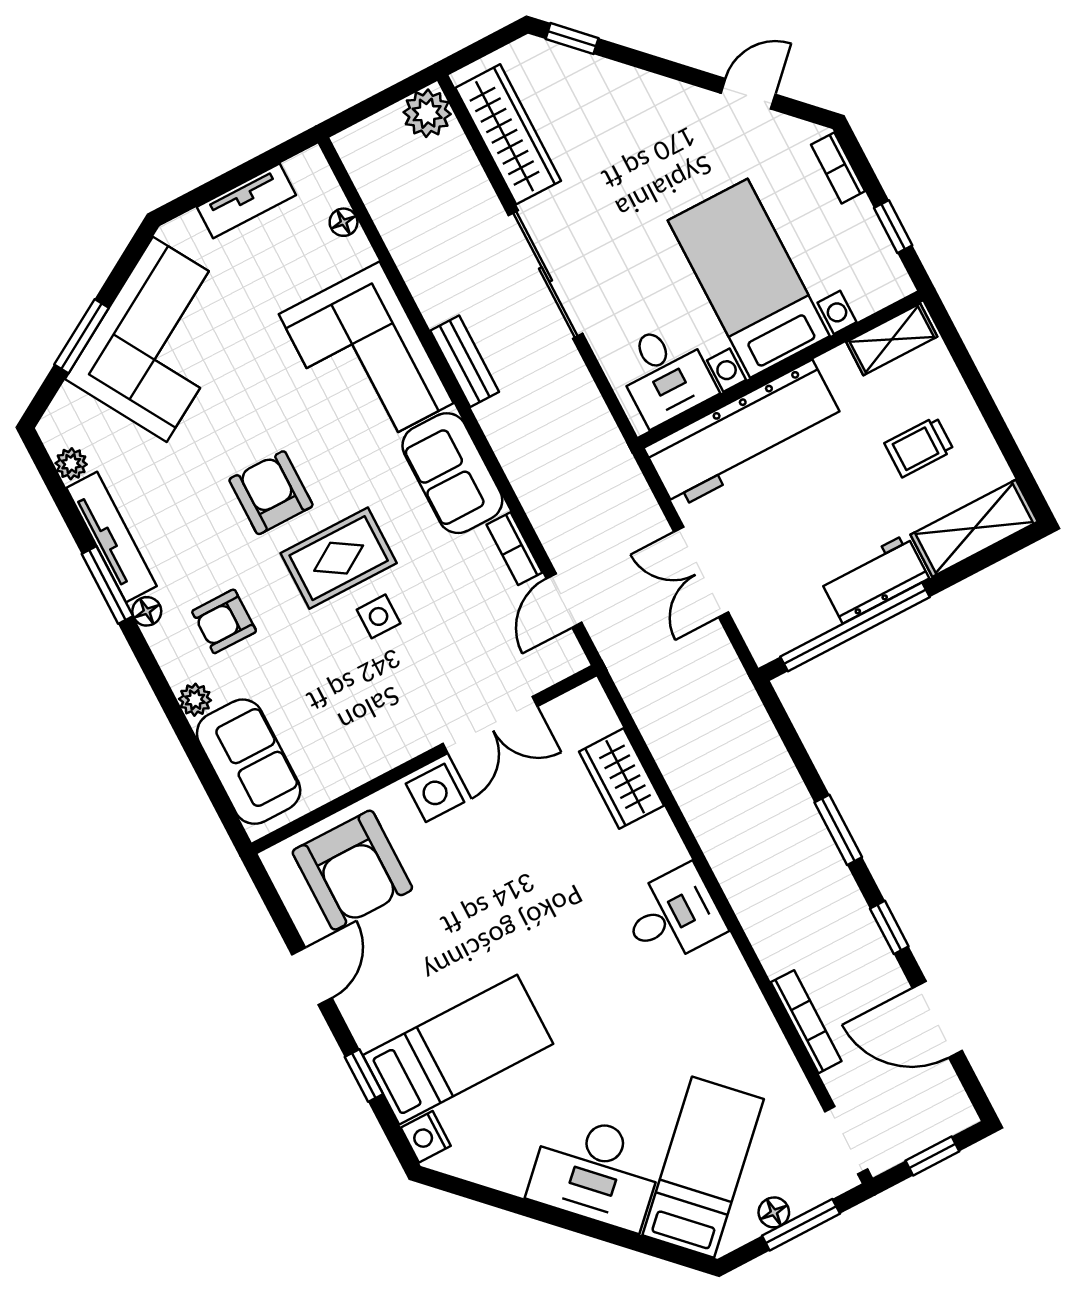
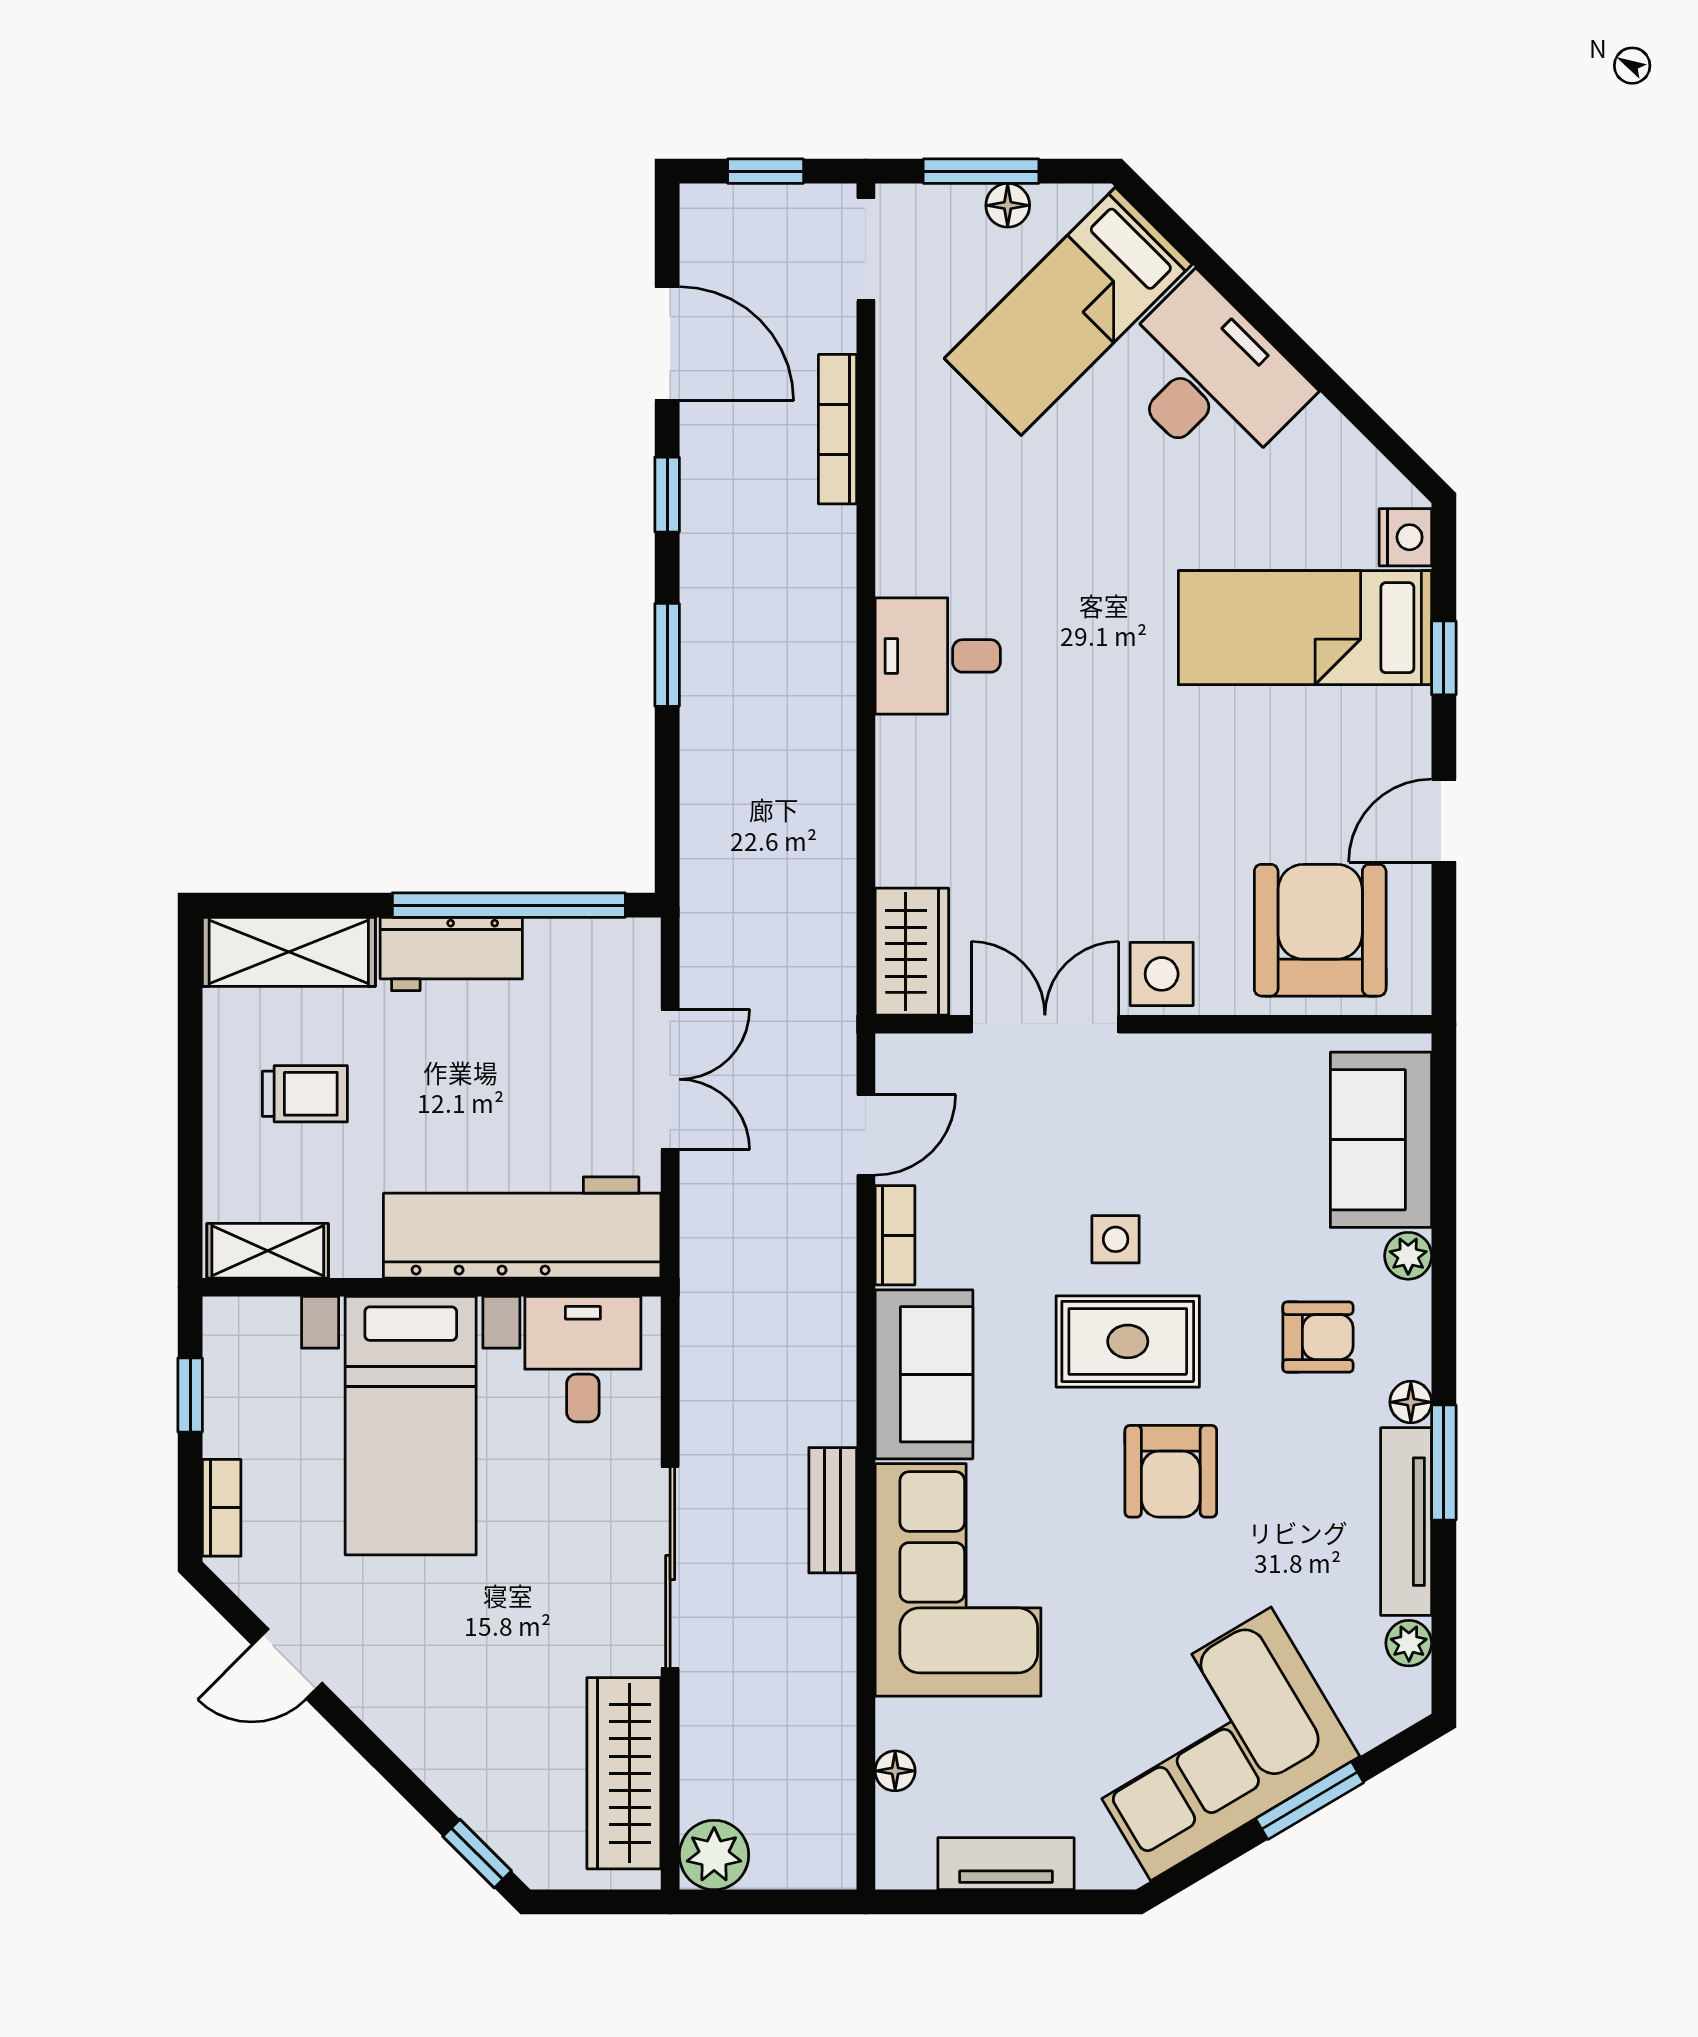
wardrobe: (621, 779) -> (912, 952), moved

